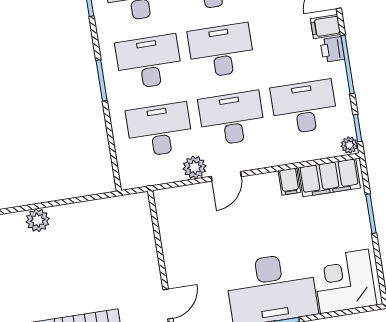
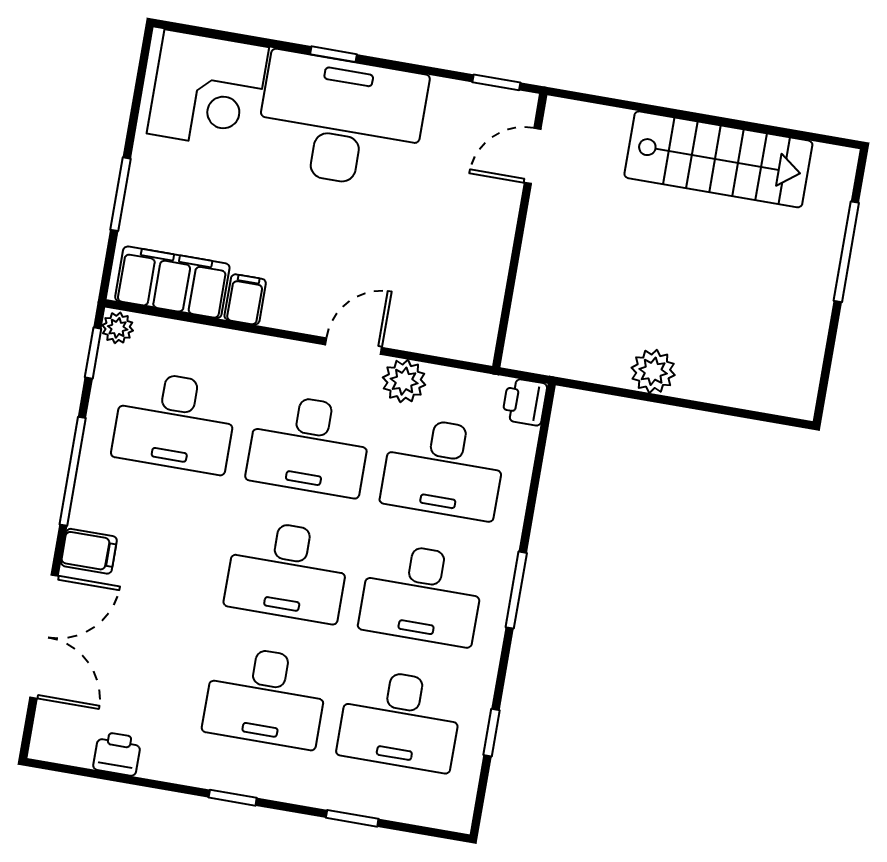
printer: (332, 49) -> (525, 402), moved, turned 180
plant: (38, 220) -> (653, 371), moved

